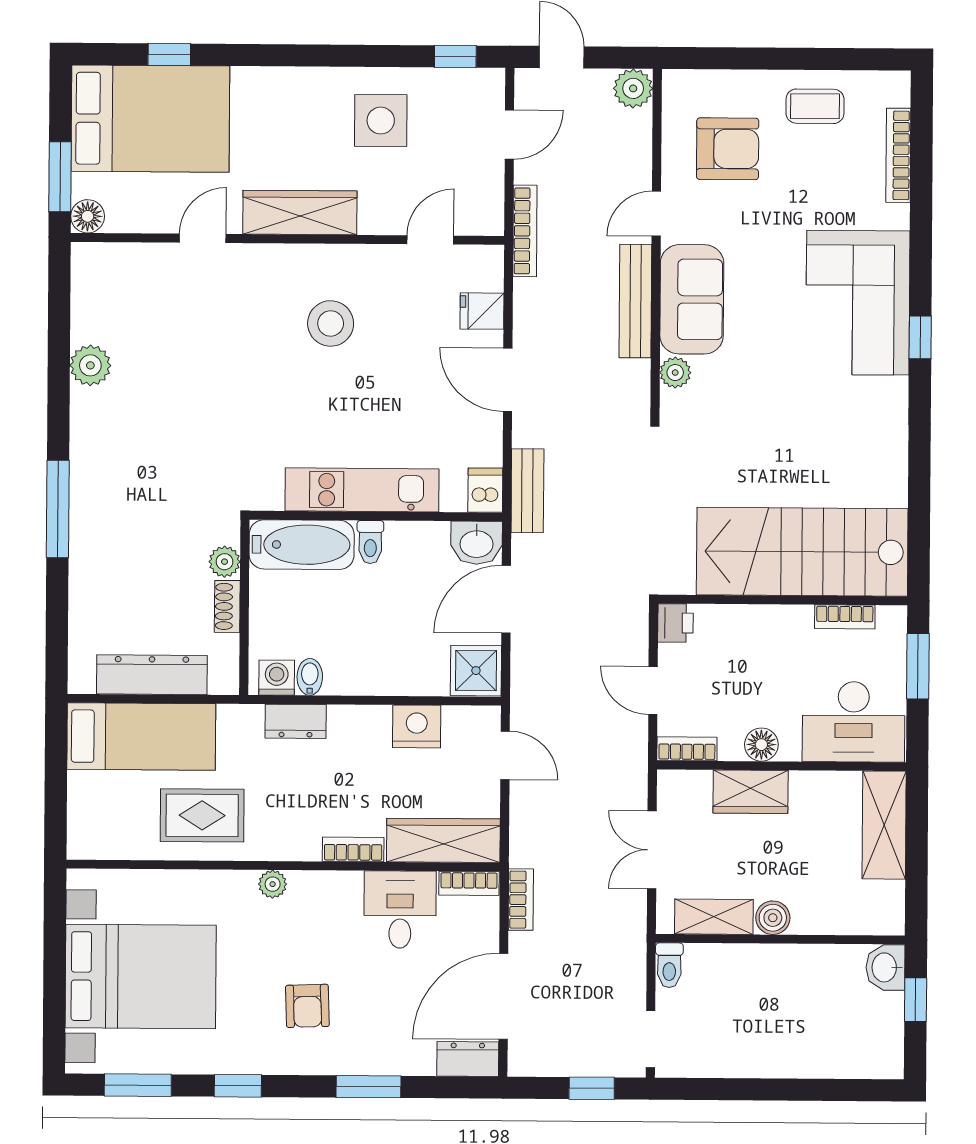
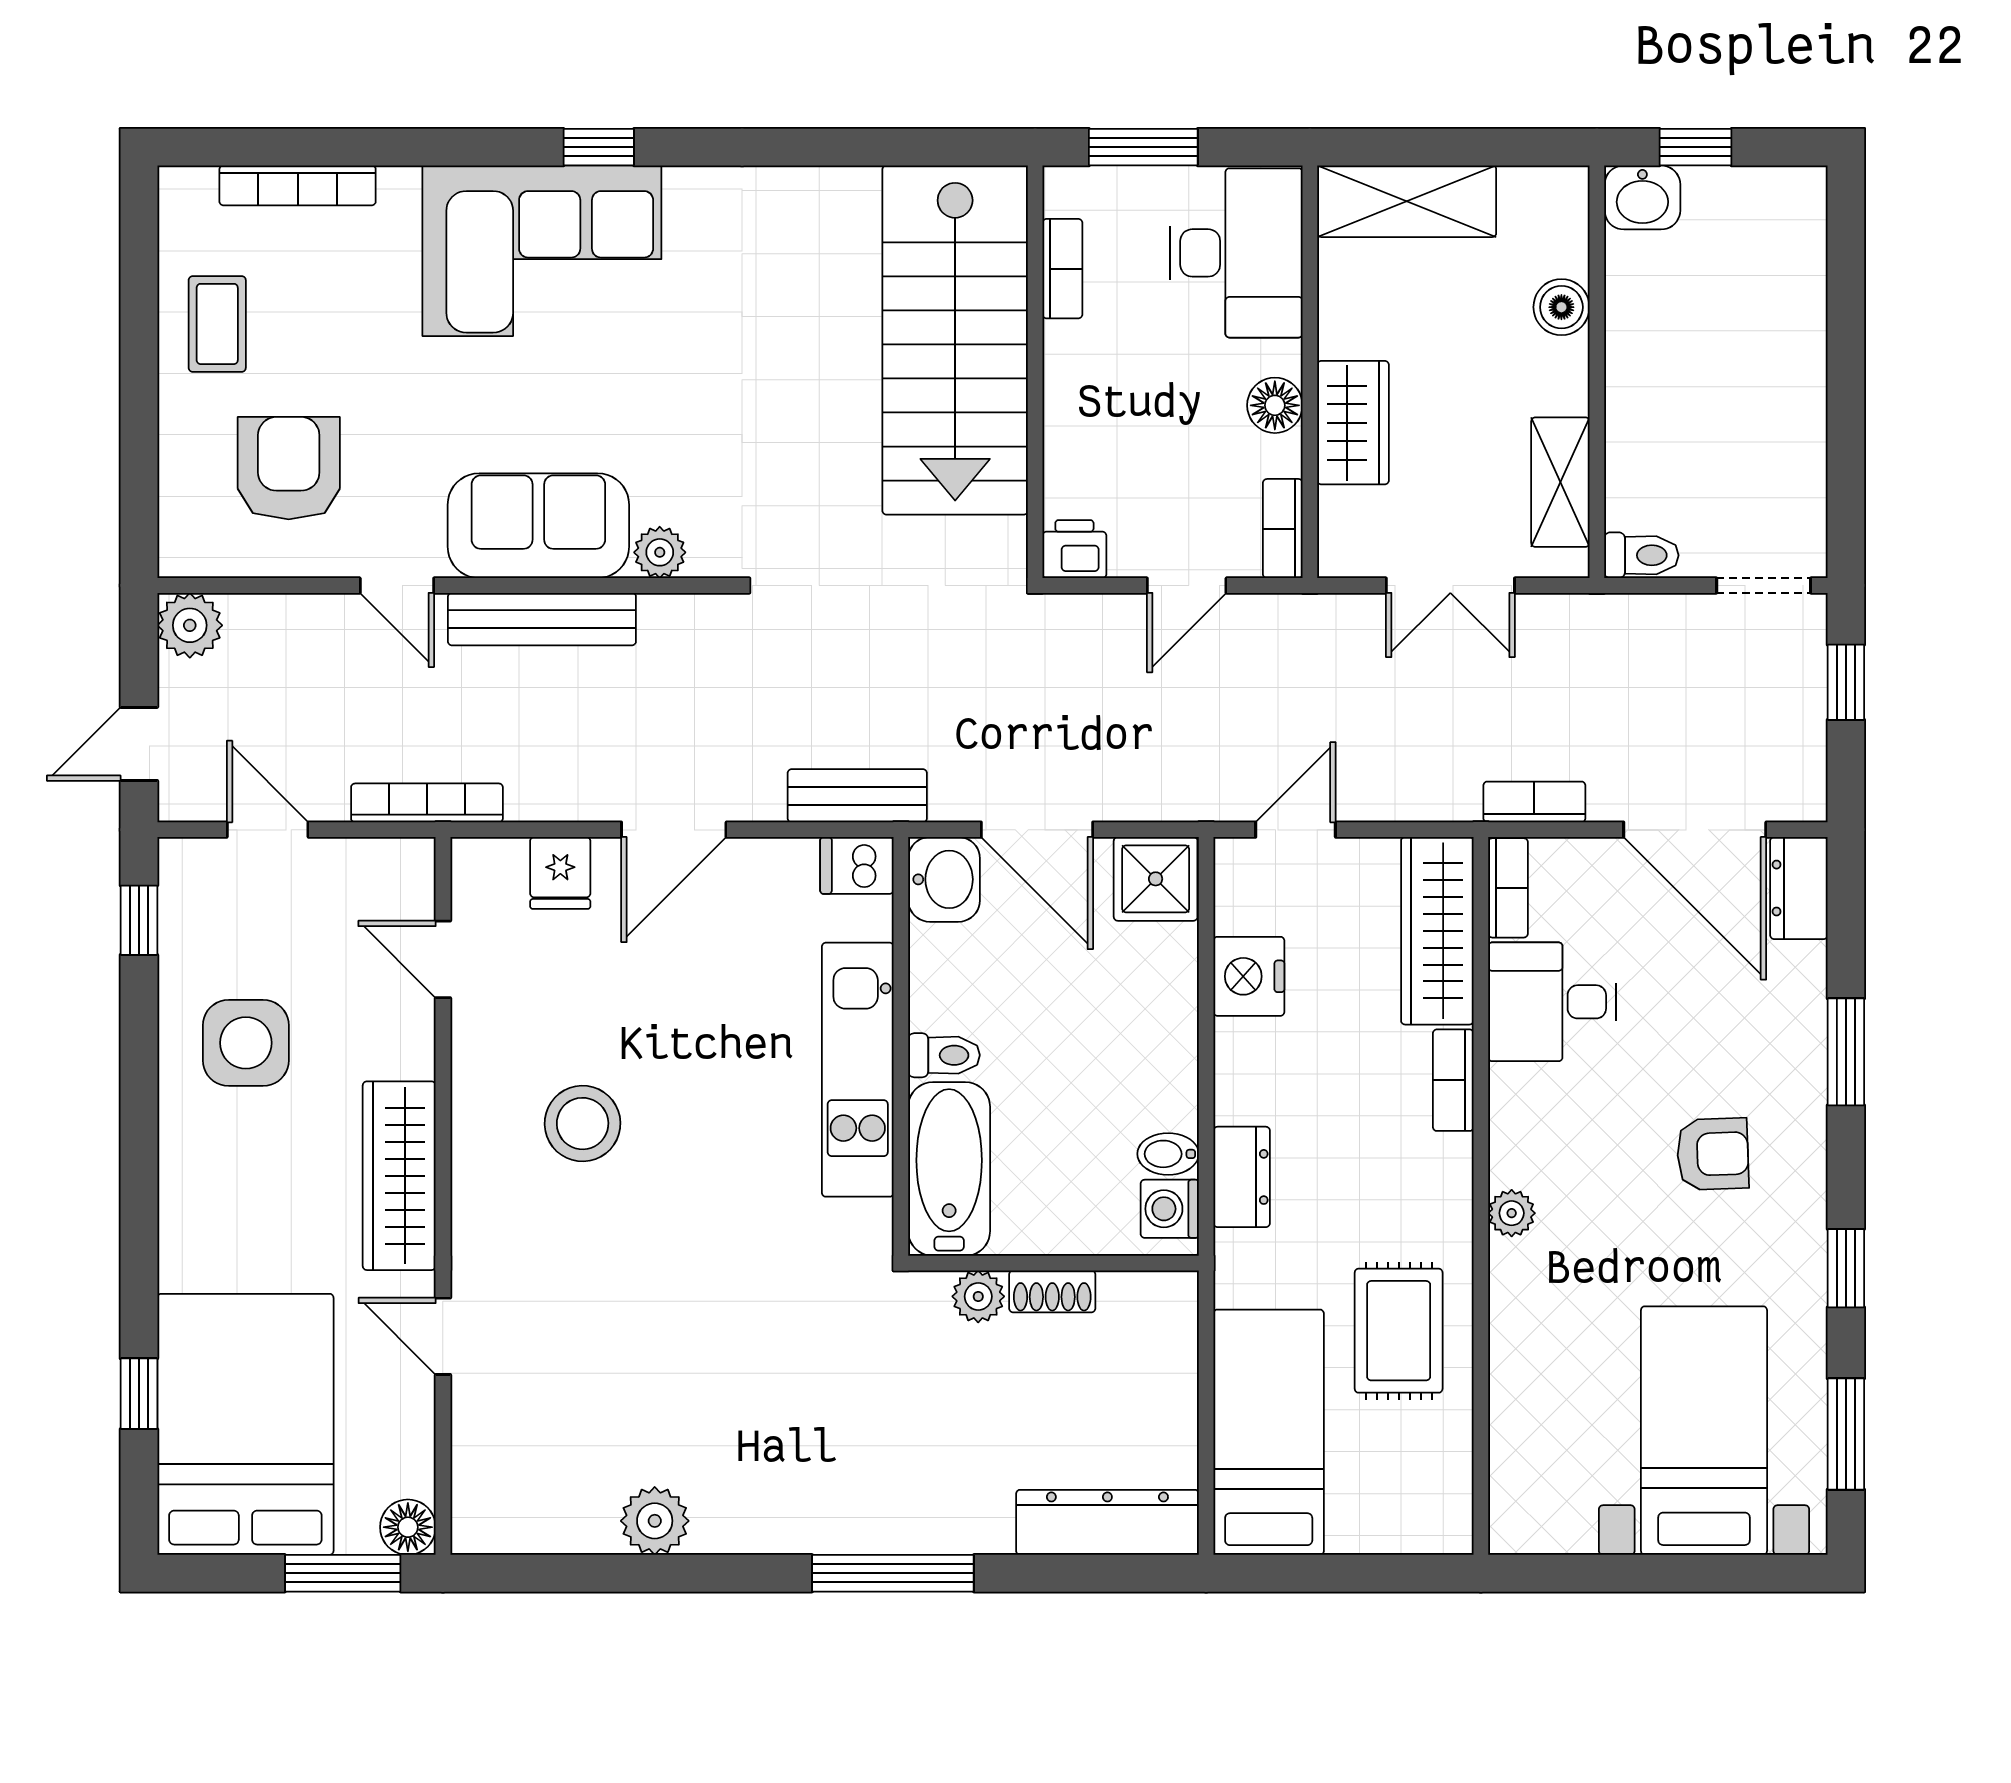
dresser: (152, 675) -> (1107, 1522), moved, turned 90
boiler: (773, 918) -> (1561, 307), moved
bed with nightstands: (141, 976) -> (1704, 1431), width x0.73

